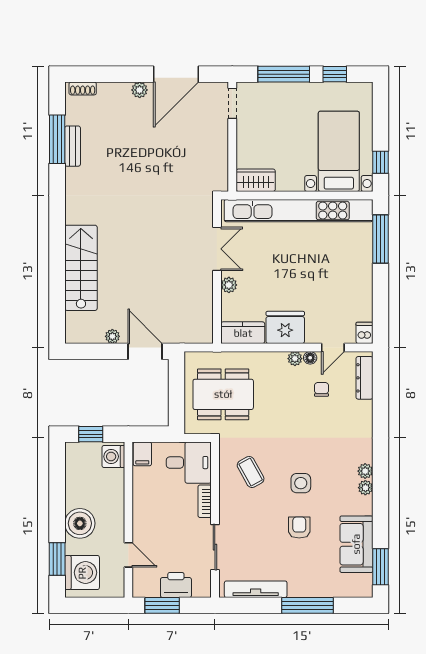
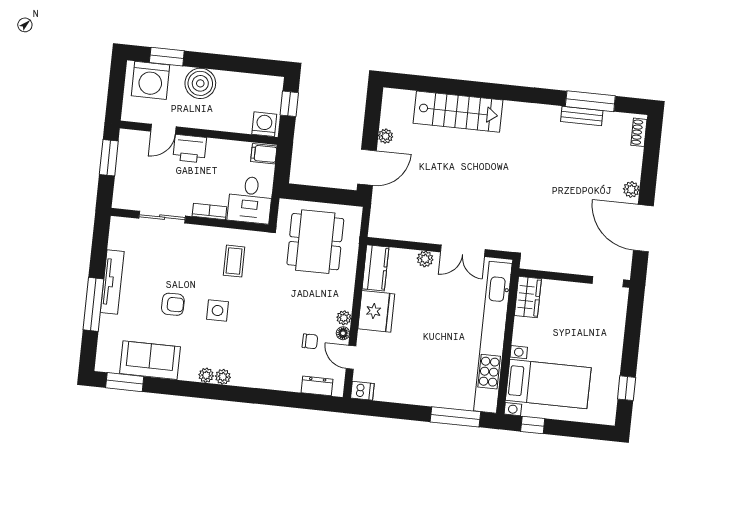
window: (284, 74) -> (632, 337), removed
dresser: (364, 378) -> (317, 386), width x0.70
coffee table: (251, 472) -> (234, 261), turned -61
printer: (176, 585) -> (190, 149), moved, turned 90
tv unit: (256, 589) -> (112, 282), moved

